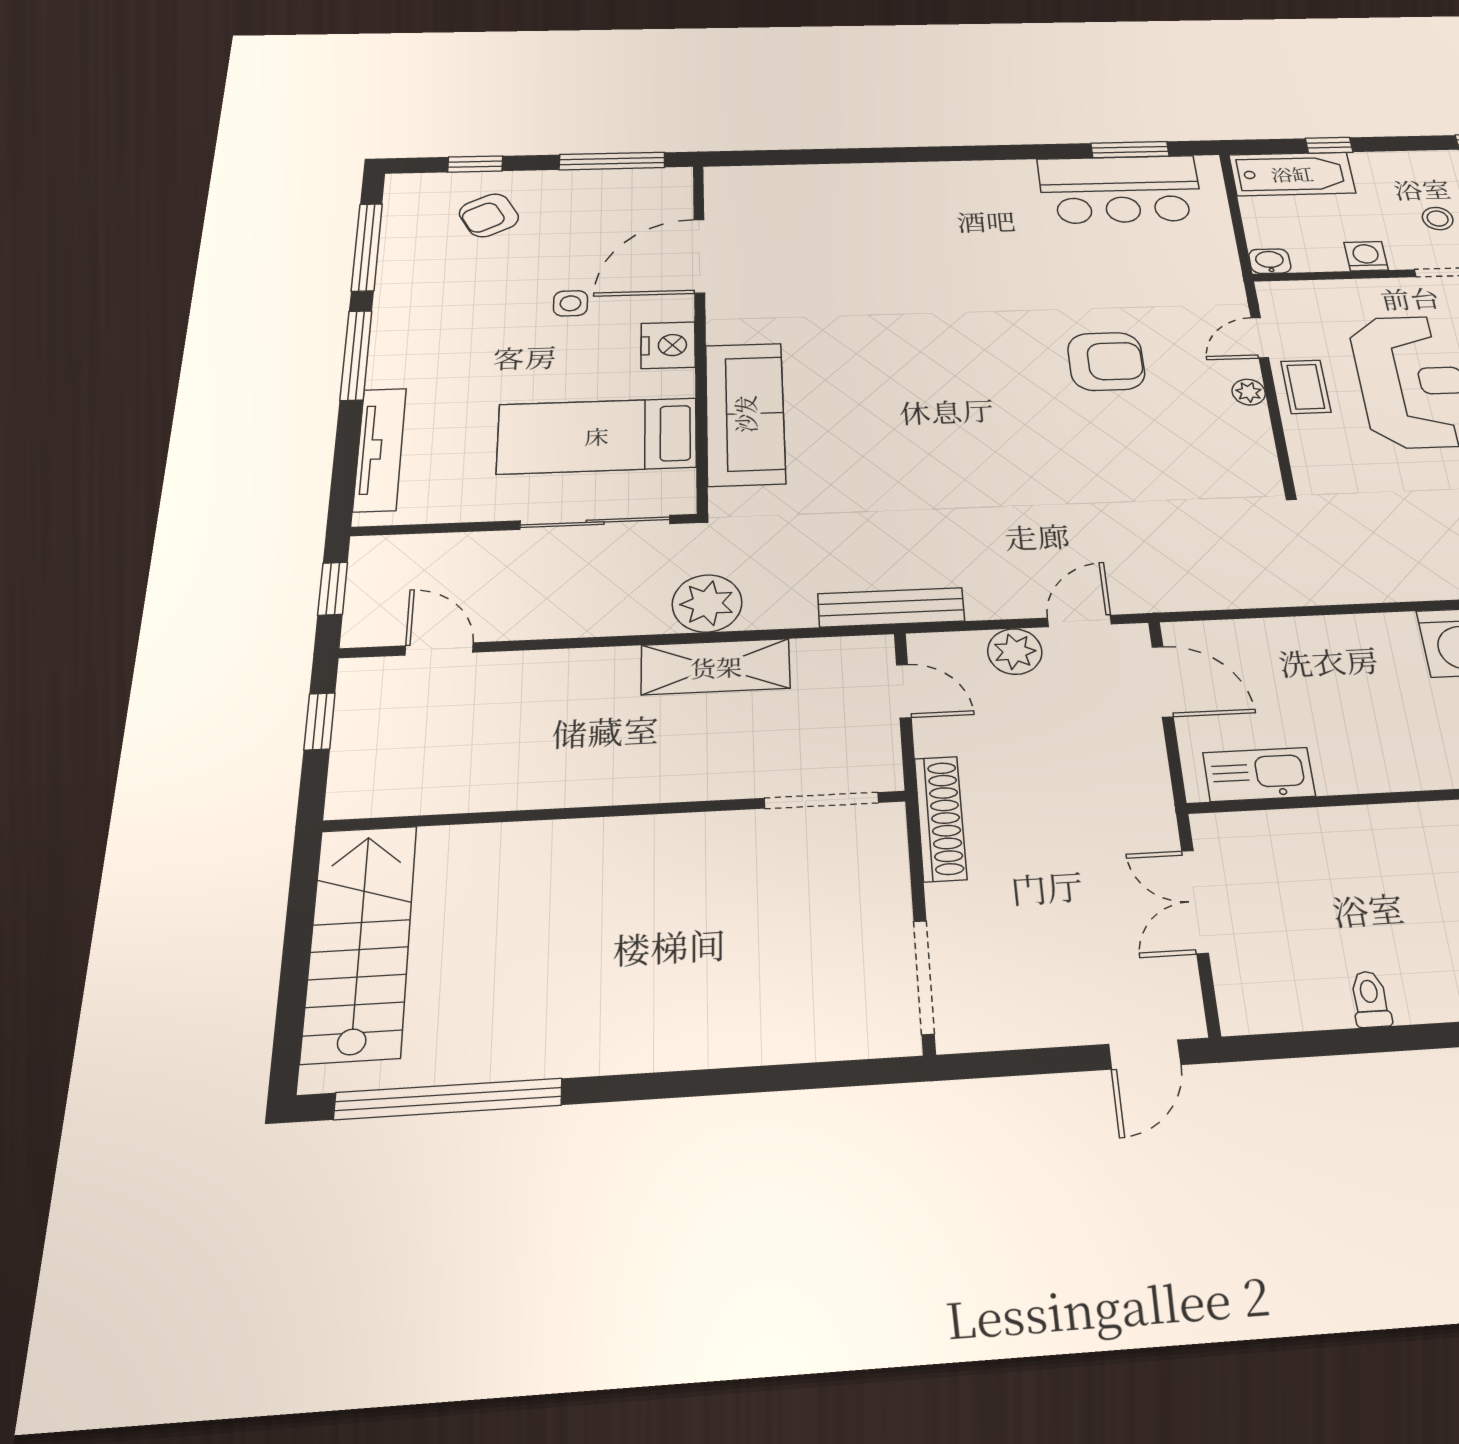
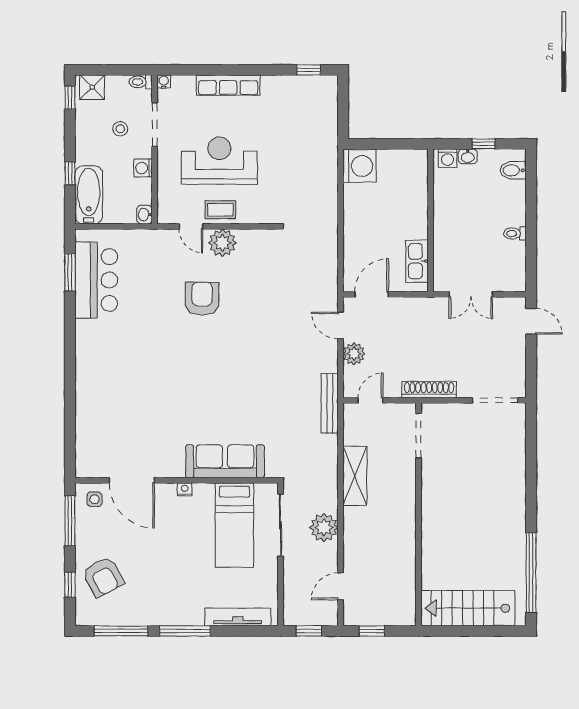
armchair: (489, 215) -> (103, 577), width x1.38, depth x1.38
side table: (570, 303) -> (94, 499), moved
nightstand: (668, 345) -> (185, 489), width x0.53, depth x0.56
plant: (1249, 392) -> (222, 243), width x1.88, depth x1.88
plant: (707, 603) -> (324, 528), moved

